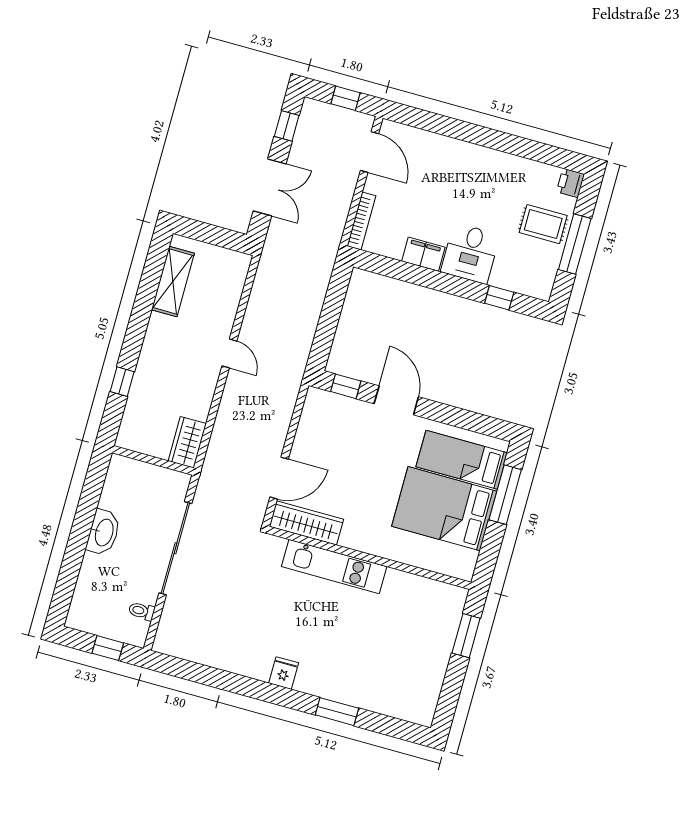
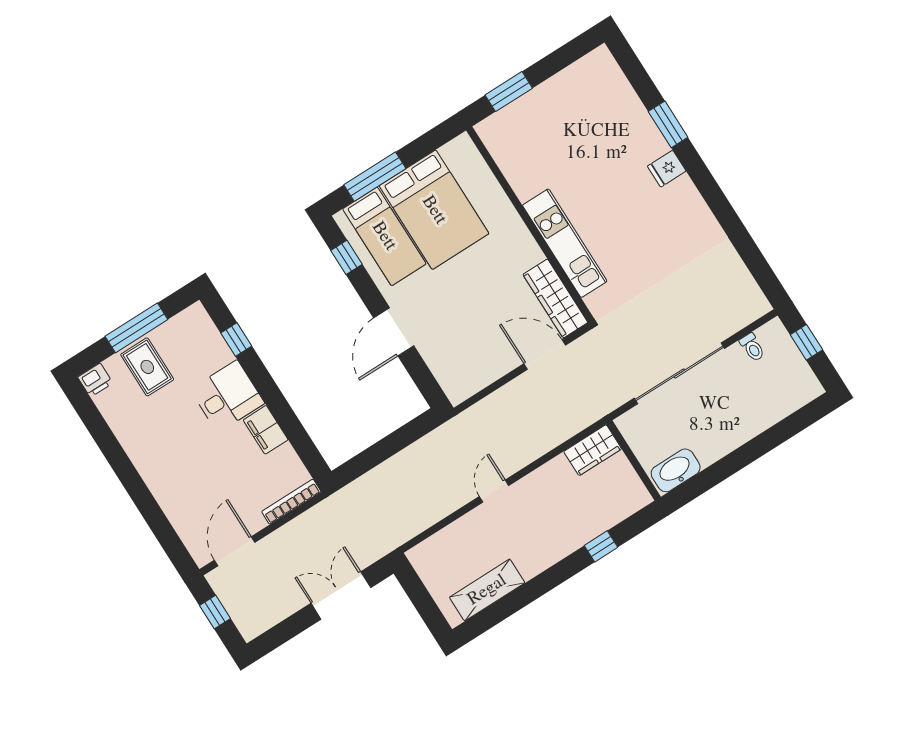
window: (287, 126) -> (282, 633), removed
window: (346, 386) -> (347, 257), moved
washbasin: (103, 532) -> (676, 470), moved
fridge: (284, 673) -> (667, 169), moved

